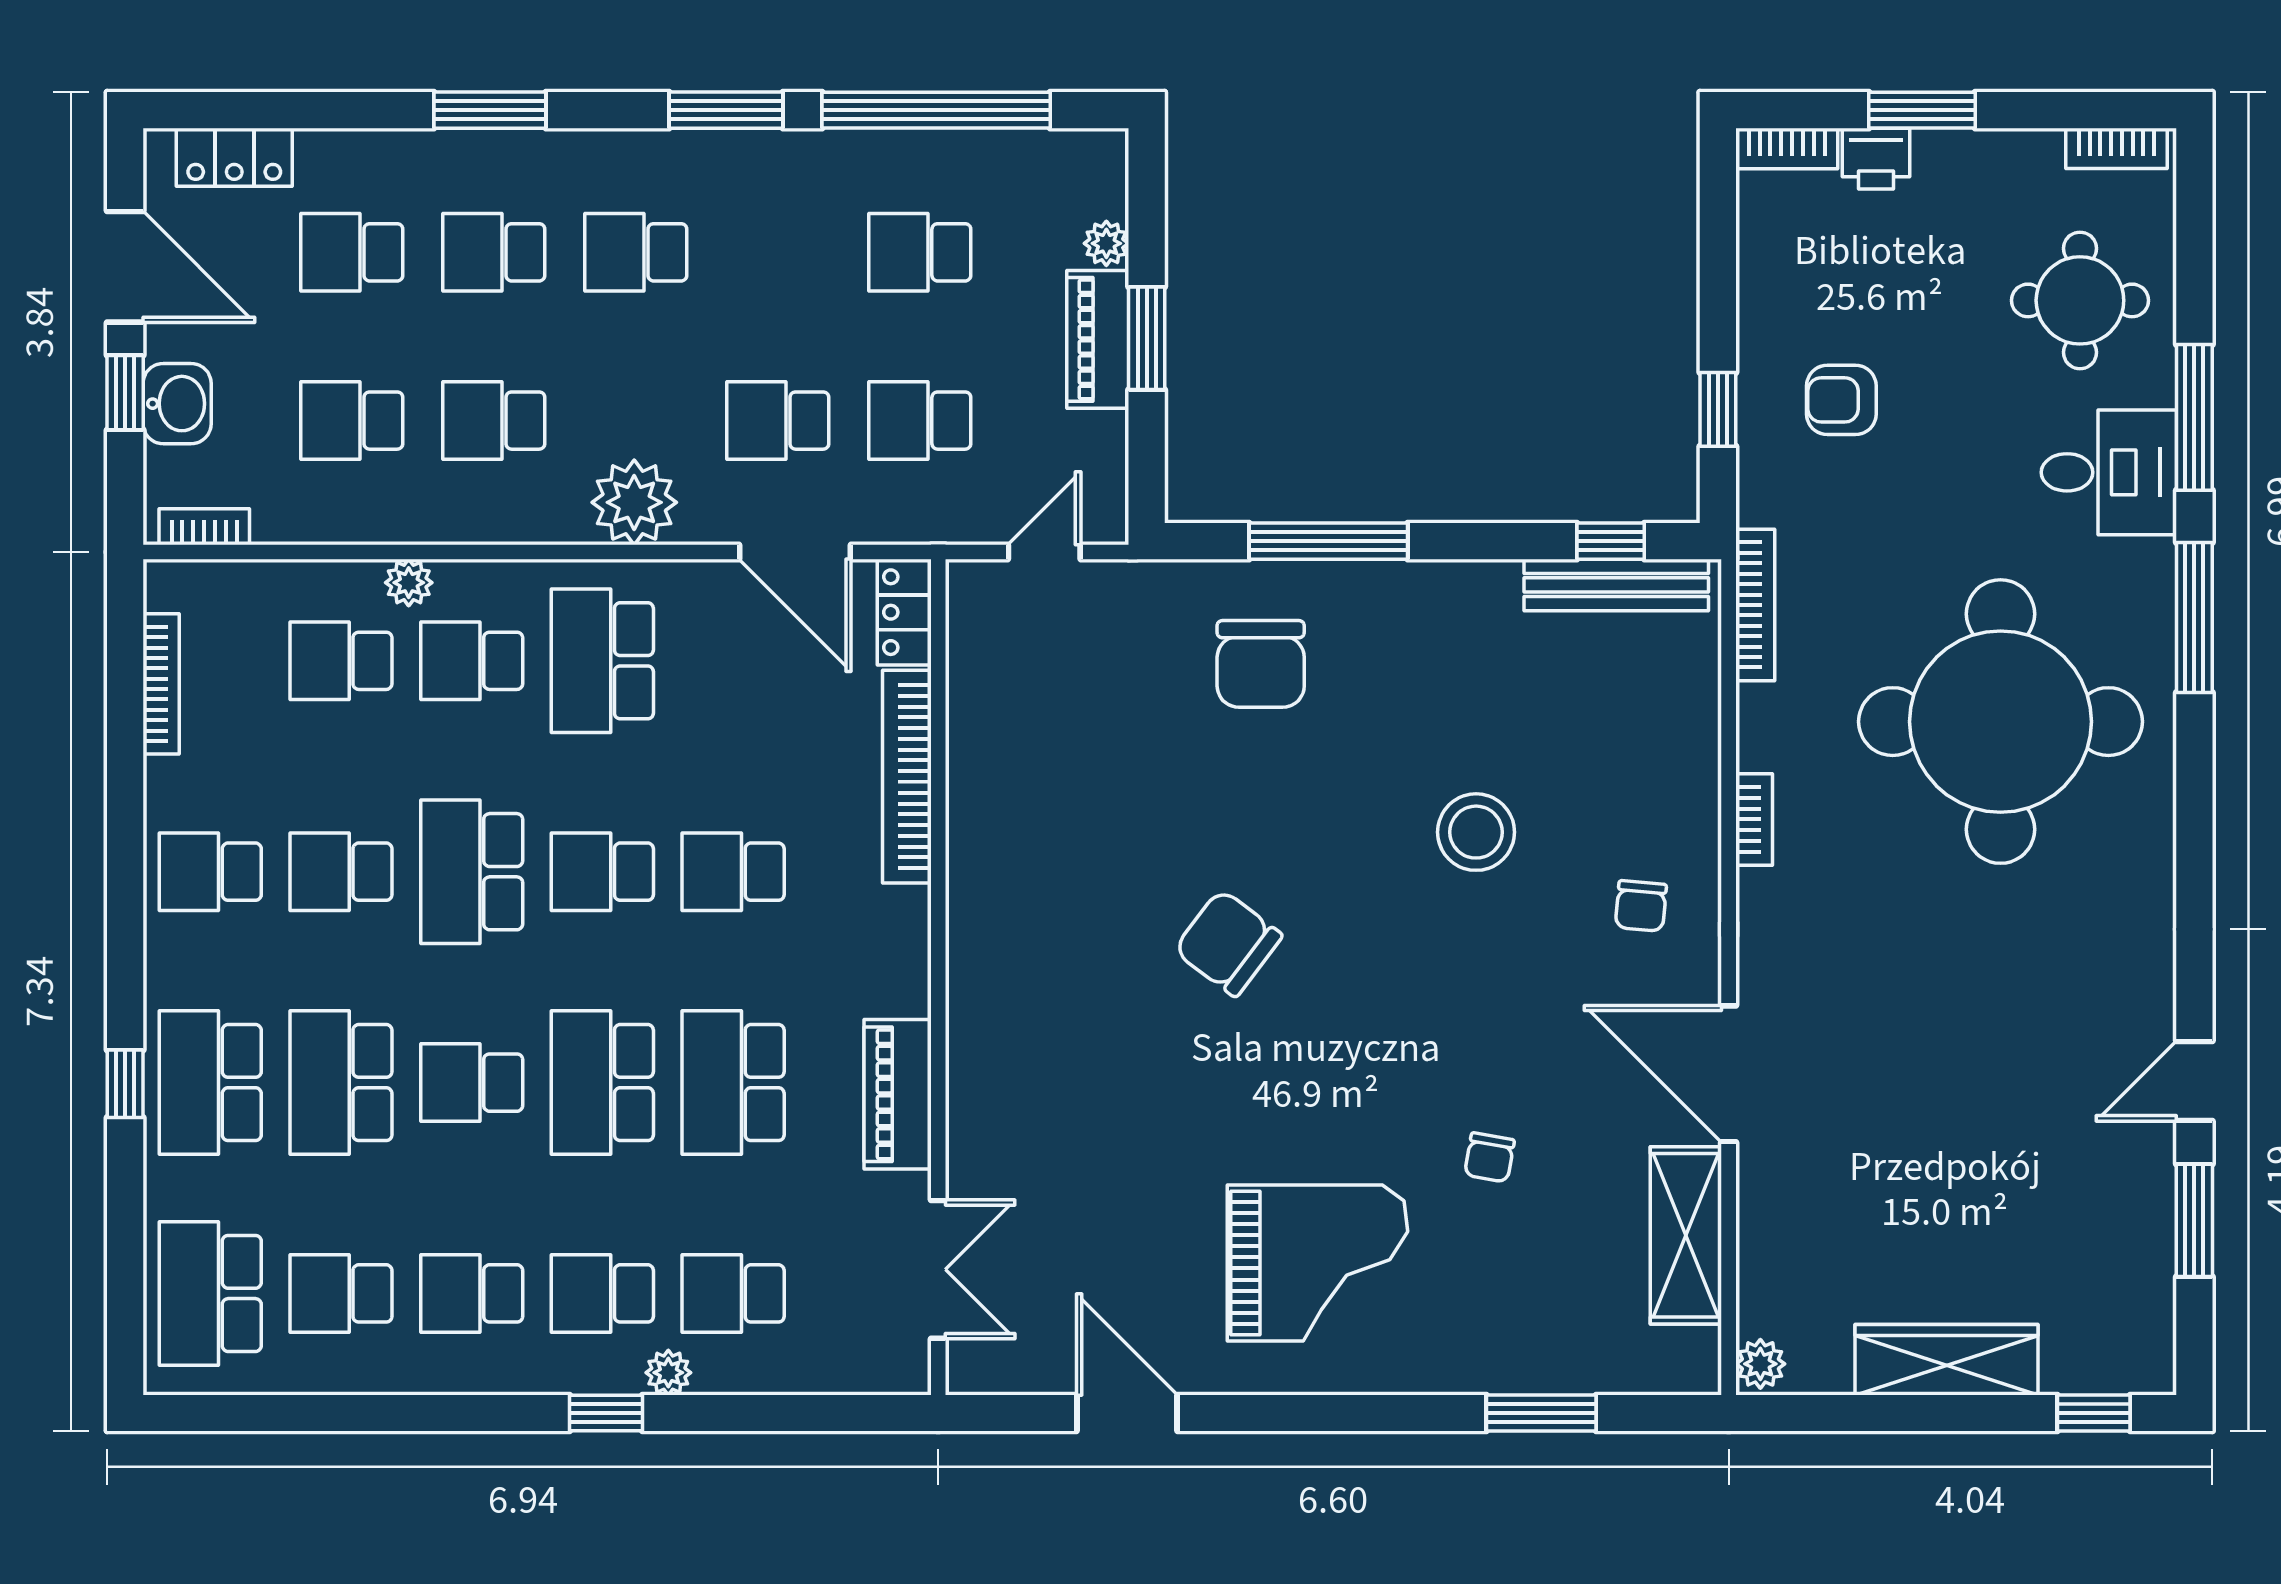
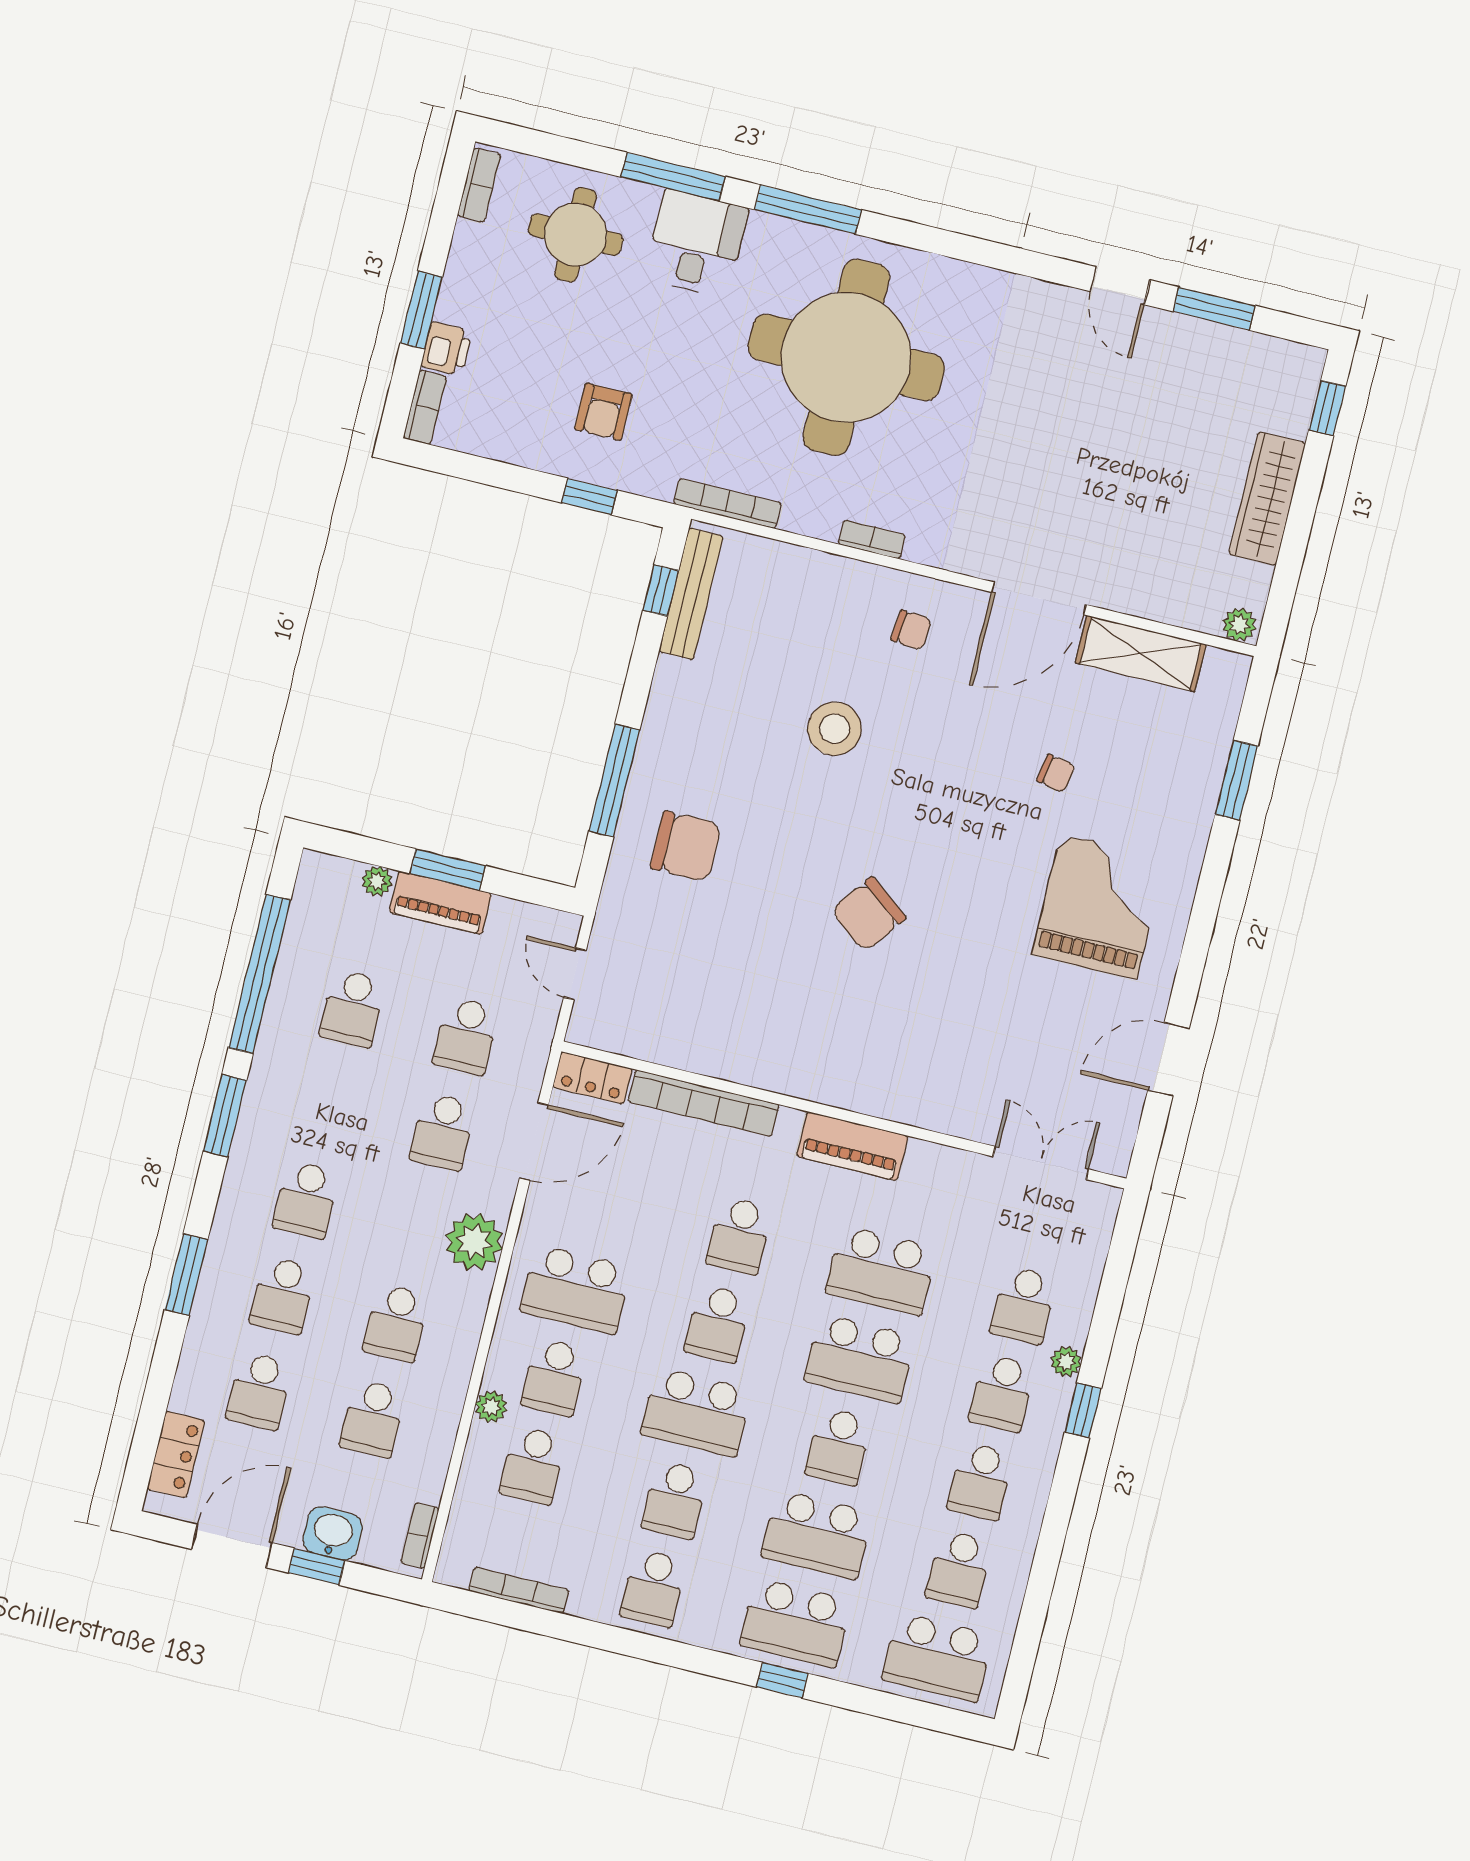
piano: (898, 1094) -> (852, 1146), moved

